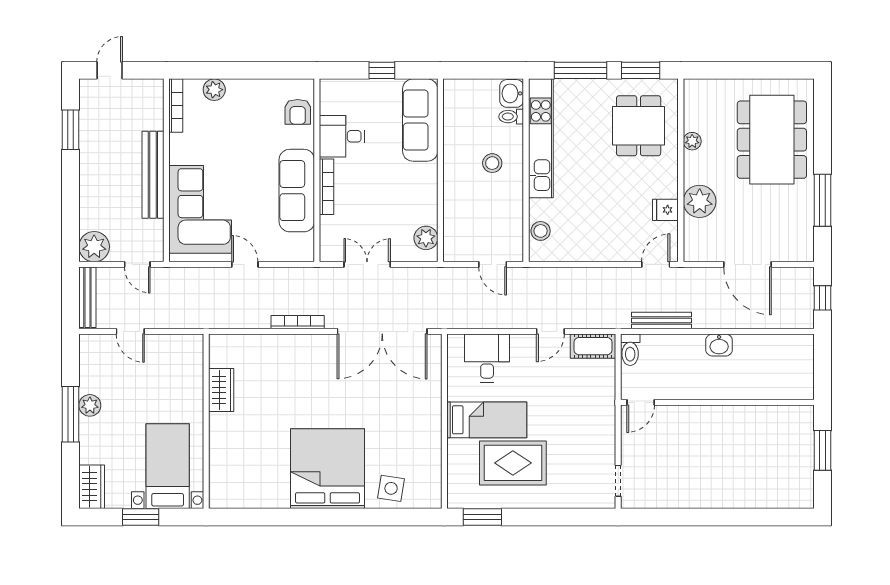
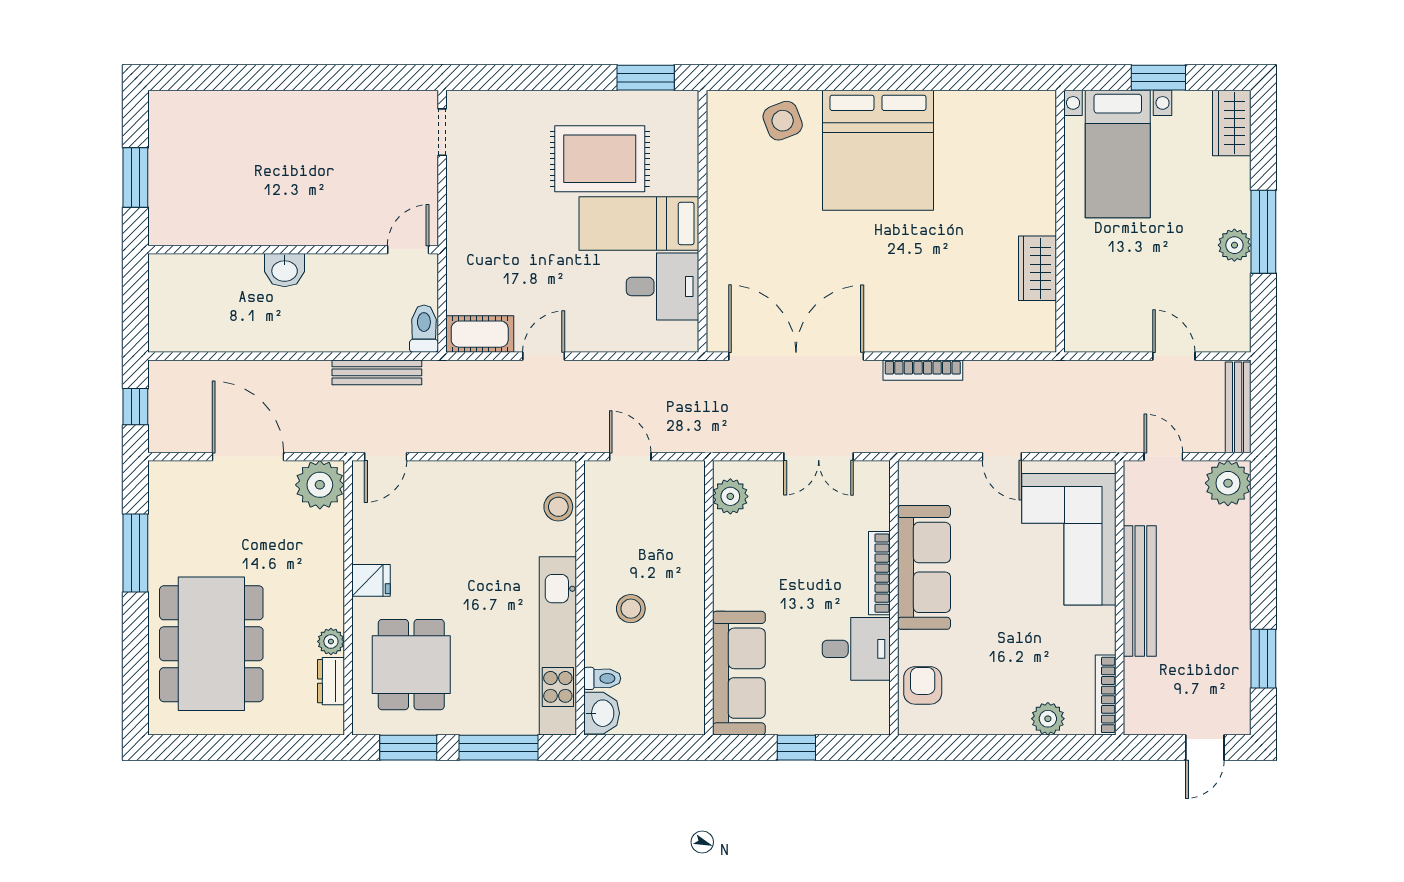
dresser: (692, 115) -> (331, 681), added
plant: (700, 201) -> (320, 485), moved
fridge: (665, 210) -> (371, 580), moved
washbasin: (719, 345) -> (285, 270), moved, turned 180
desk: (487, 358) -> (663, 287), moved, turned -90
side table: (391, 488) -> (783, 121), turned -30

